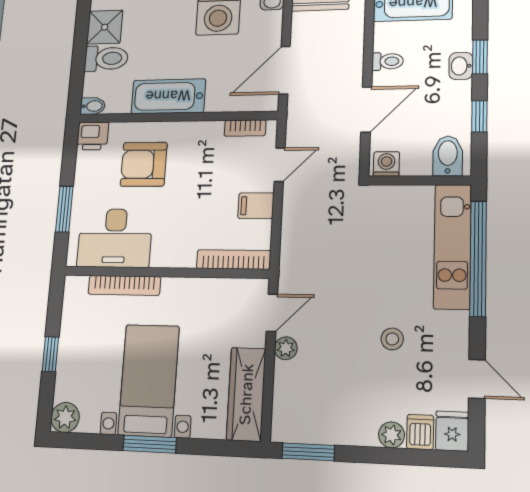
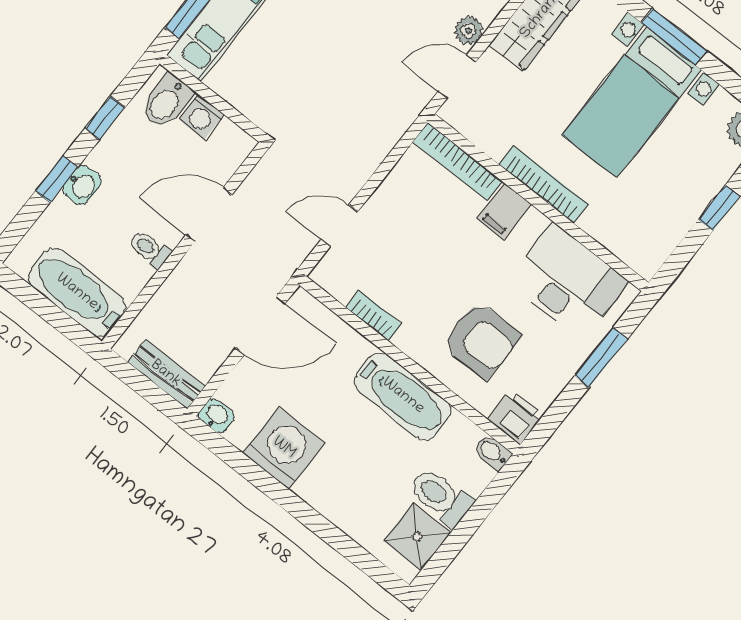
bookcase: (245, 128) -> (374, 316), moved
washing machine: (386, 164) -> (201, 117), moved
filing cabinet: (256, 206) -> (504, 212), moved, turned 90
bookcase: (124, 285) -> (544, 184), moved

